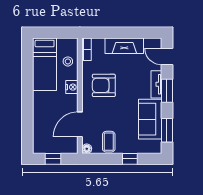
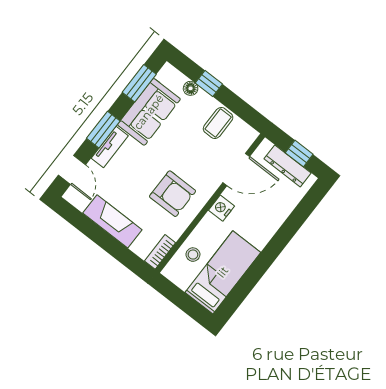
nightstand: (72, 87) -> (222, 208), moved
dresser: (54, 148) -> (288, 166), added
floor lamp: (87, 149) -> (191, 88), moved

